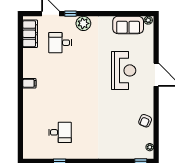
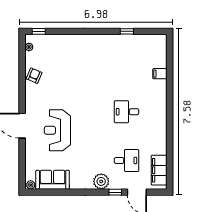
filing cabinet: (29, 83) -> (160, 74), moved
desk: (60, 132) -> (127, 112), moved

